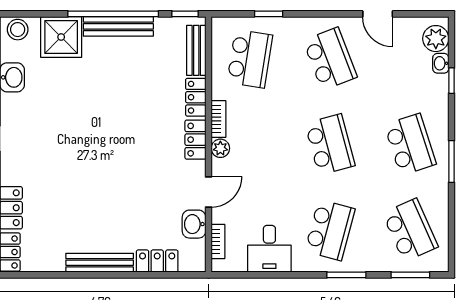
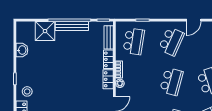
door: (378, 14) -> (194, 20), hinge flipped
stool: (18, 30) -> (27, 91), moved
school desk: (330, 59) -> (171, 41), turned 45
school desk: (330, 144) -> (171, 82), turned 30

